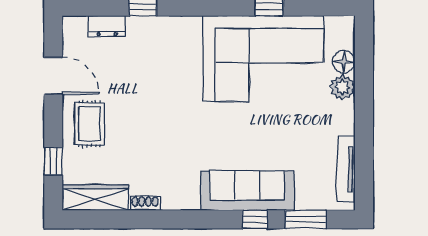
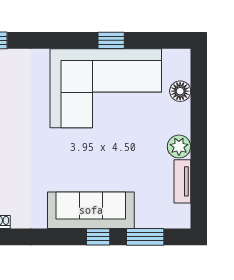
plant: (343, 87) -> (179, 147), moved
tv unit: (346, 169) -> (182, 181), width x0.71

